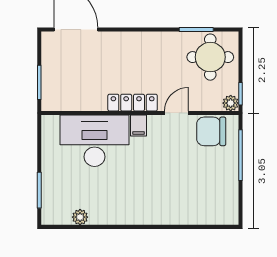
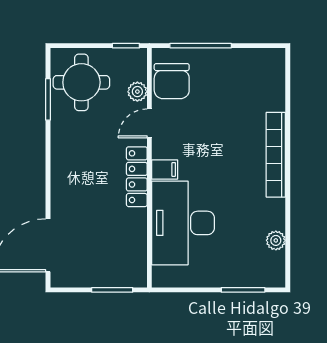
plant: (231, 103) -> (137, 92), moved
door: (176, 113) -> (149, 123), hinge flipped
bookcase: (151, 217) -> (276, 155), added

